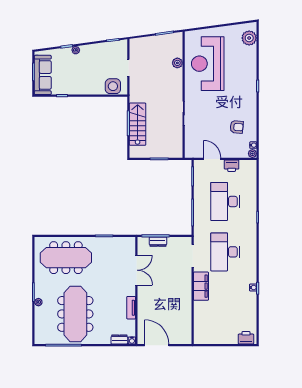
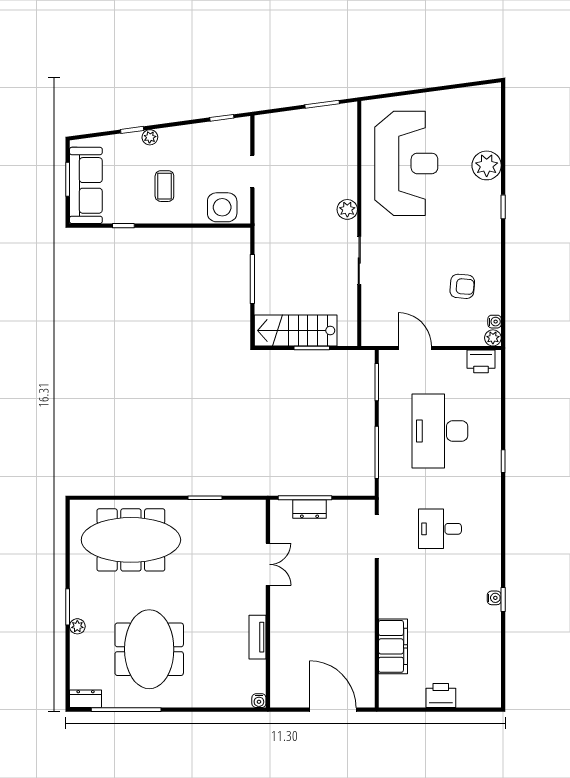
plant: (249, 38) -> (487, 165), moved
plant: (177, 63) -> (347, 209), moved
reception desk: (208, 64) -> (406, 163), turned 180
coffee table: (83, 75) -> (164, 186), added
stairs: (138, 124) -> (296, 331), moved, turned -90
printer: (232, 166) -> (481, 361), moved
desk: (225, 252) -> (440, 529), width x0.53, depth x0.77
double door: (136, 270) -> (268, 564), width x0.73
filing cabinet: (201, 286) -> (393, 646), moved
meeting table: (75, 314) -> (149, 649), width x0.73
printer: (246, 338) -> (441, 695), moved
dresser: (119, 339) -> (86, 699), moved
door: (157, 345) -> (333, 710), moved

